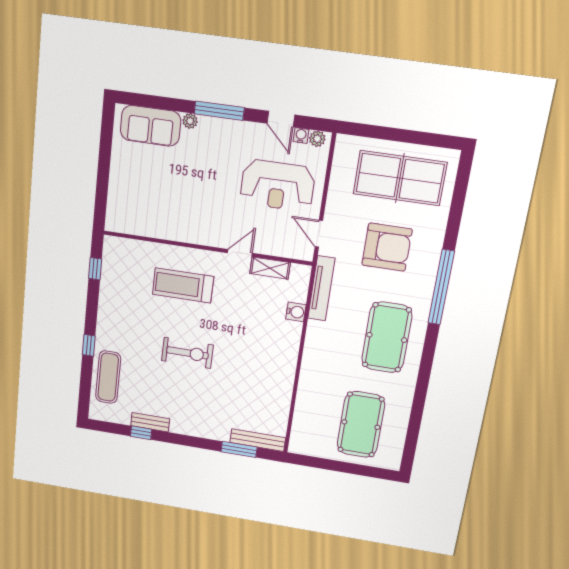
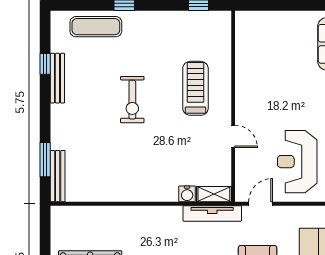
shelving: (270, 268) -> (214, 194), moved, turned 90
bench: (150, 422) -> (57, 78), width x1.36

